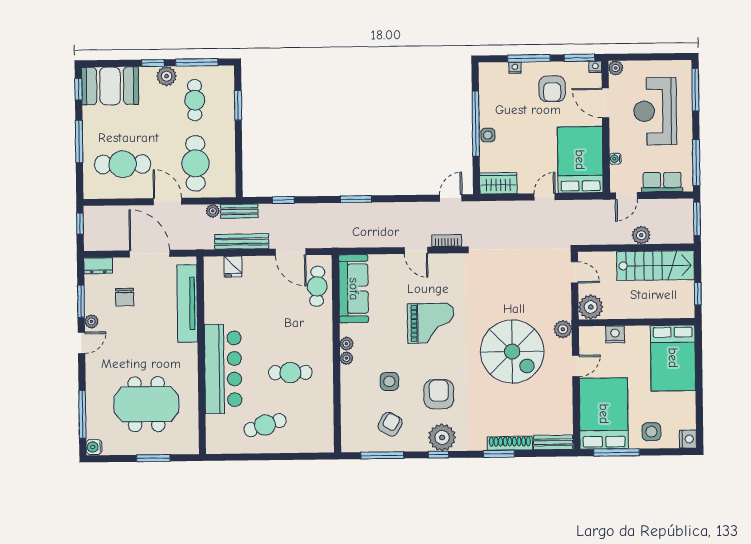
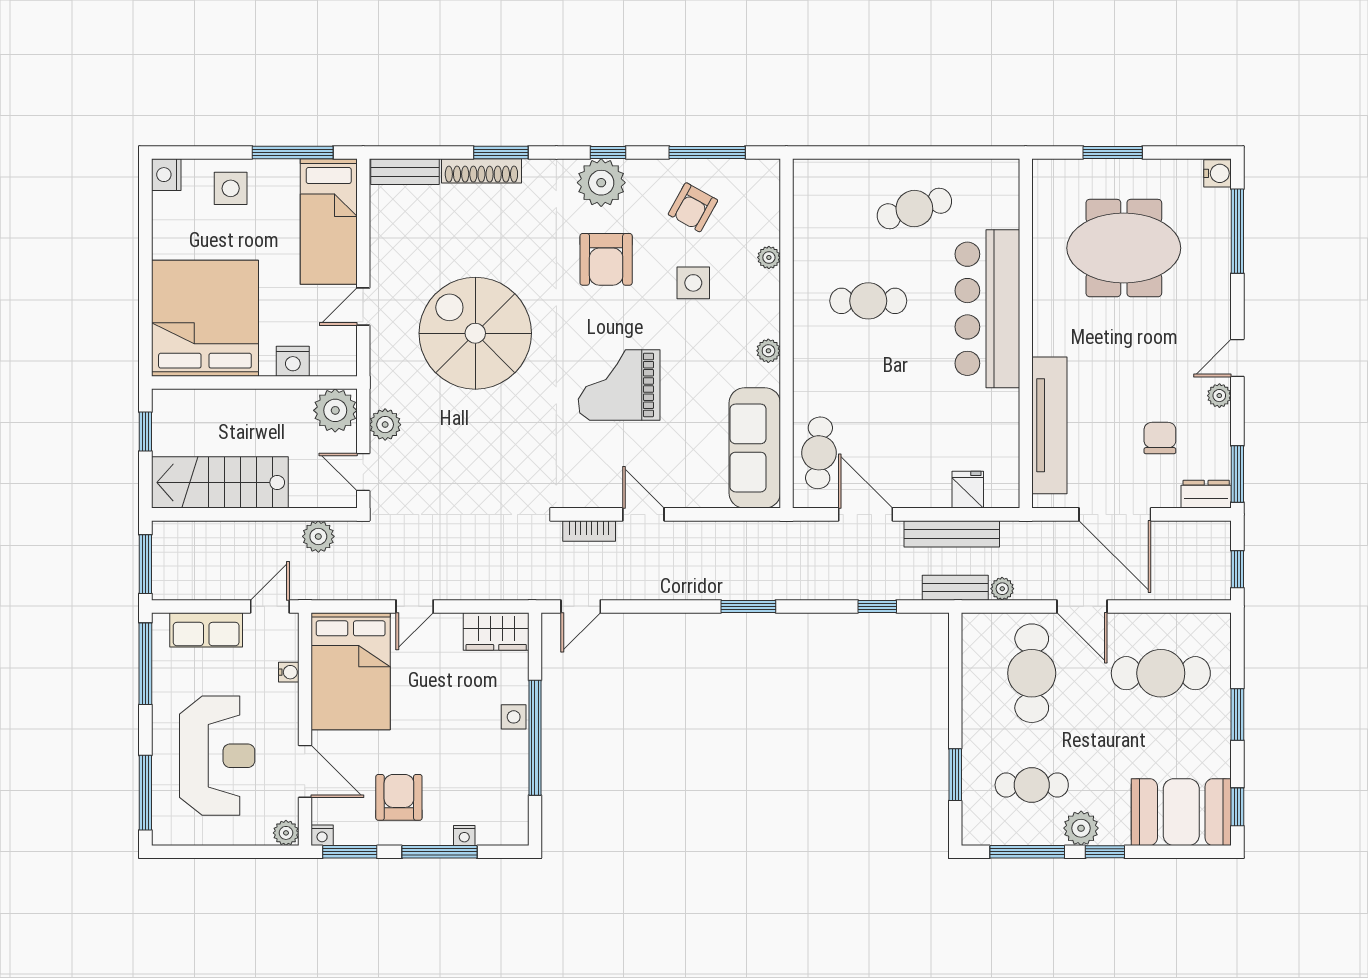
cafe table: (195, 100) -> (1032, 785), turned 90
window: (79, 141) -> (1237, 714), width x0.69
plant: (641, 235) -> (318, 536), moved
window: (81, 301) -> (1237, 474), moved
plant: (563, 329) -> (385, 425), moved
plant: (346, 358) -> (769, 257), moved
bed: (673, 358) -> (205, 318), width x1.36
bed: (604, 414) -> (329, 222), width x0.67

